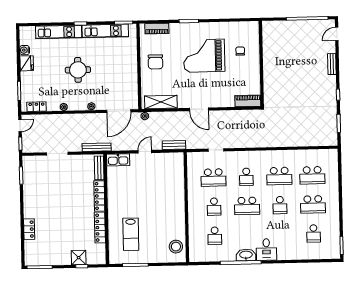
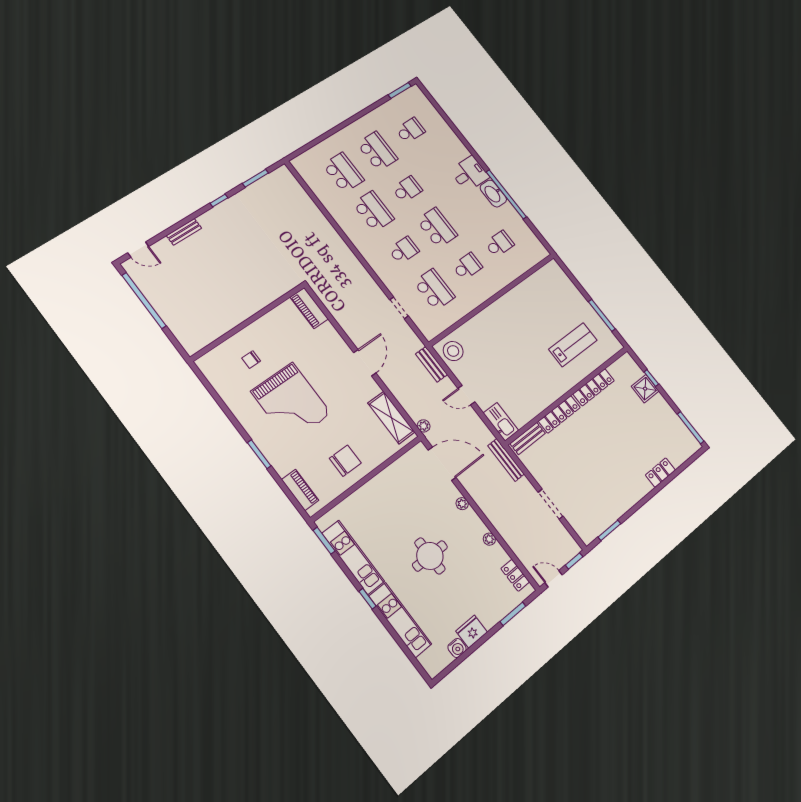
stool: (176, 247) -> (453, 351), moved

